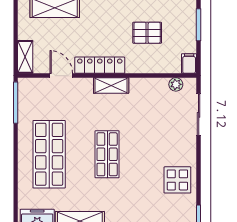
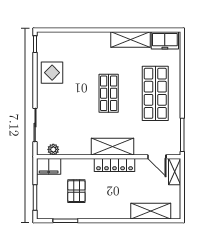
pallet: (147, 33) -> (76, 191), turned 90
filing cabinet: (189, 64) -> (49, 166), width x2.00
door: (61, 76) -> (157, 157), moved
shelving: (111, 85) -> (112, 147), width x1.50, depth x1.33

